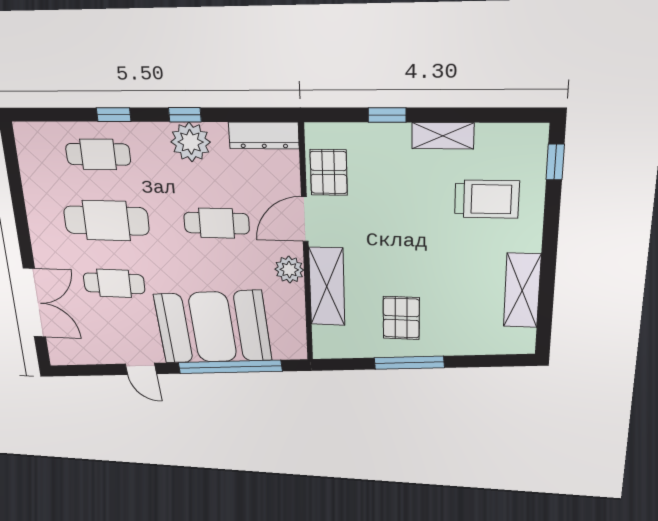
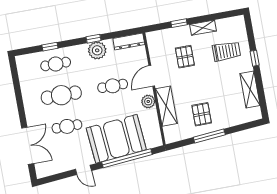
window: (114, 115) -> (50, 47), moved
window: (555, 162) -> (255, 58), moved
pallet: (329, 172) -> (185, 57), moved

